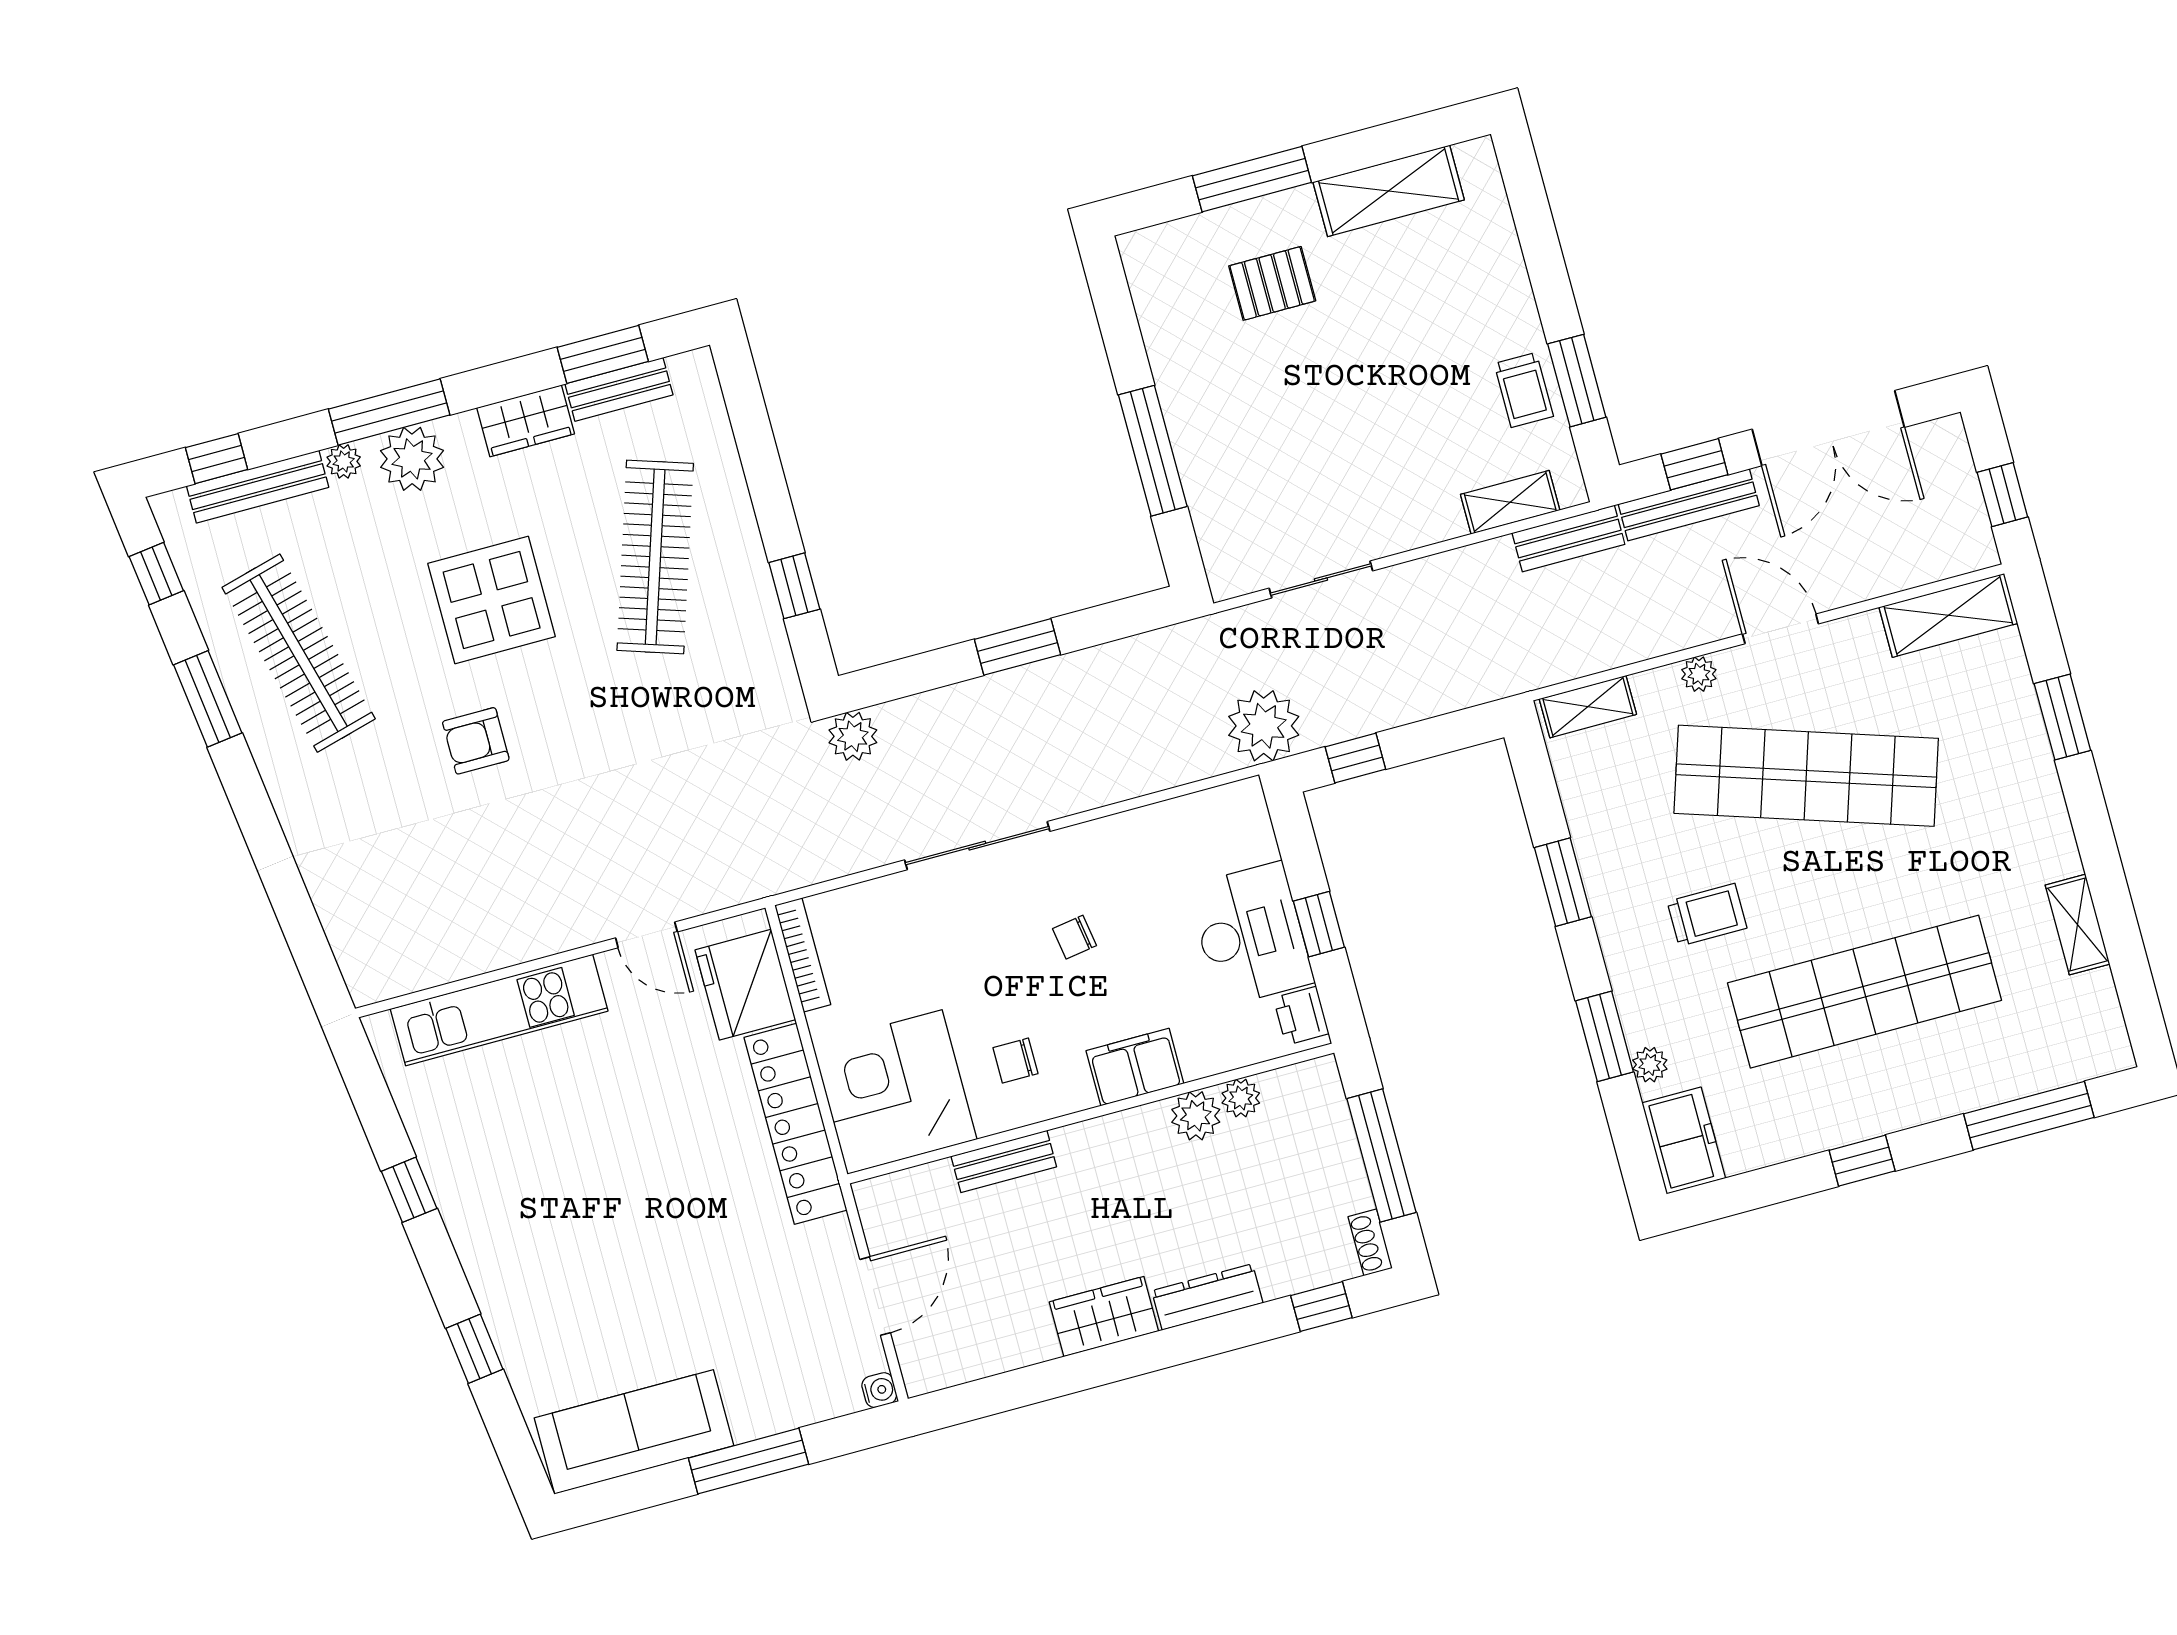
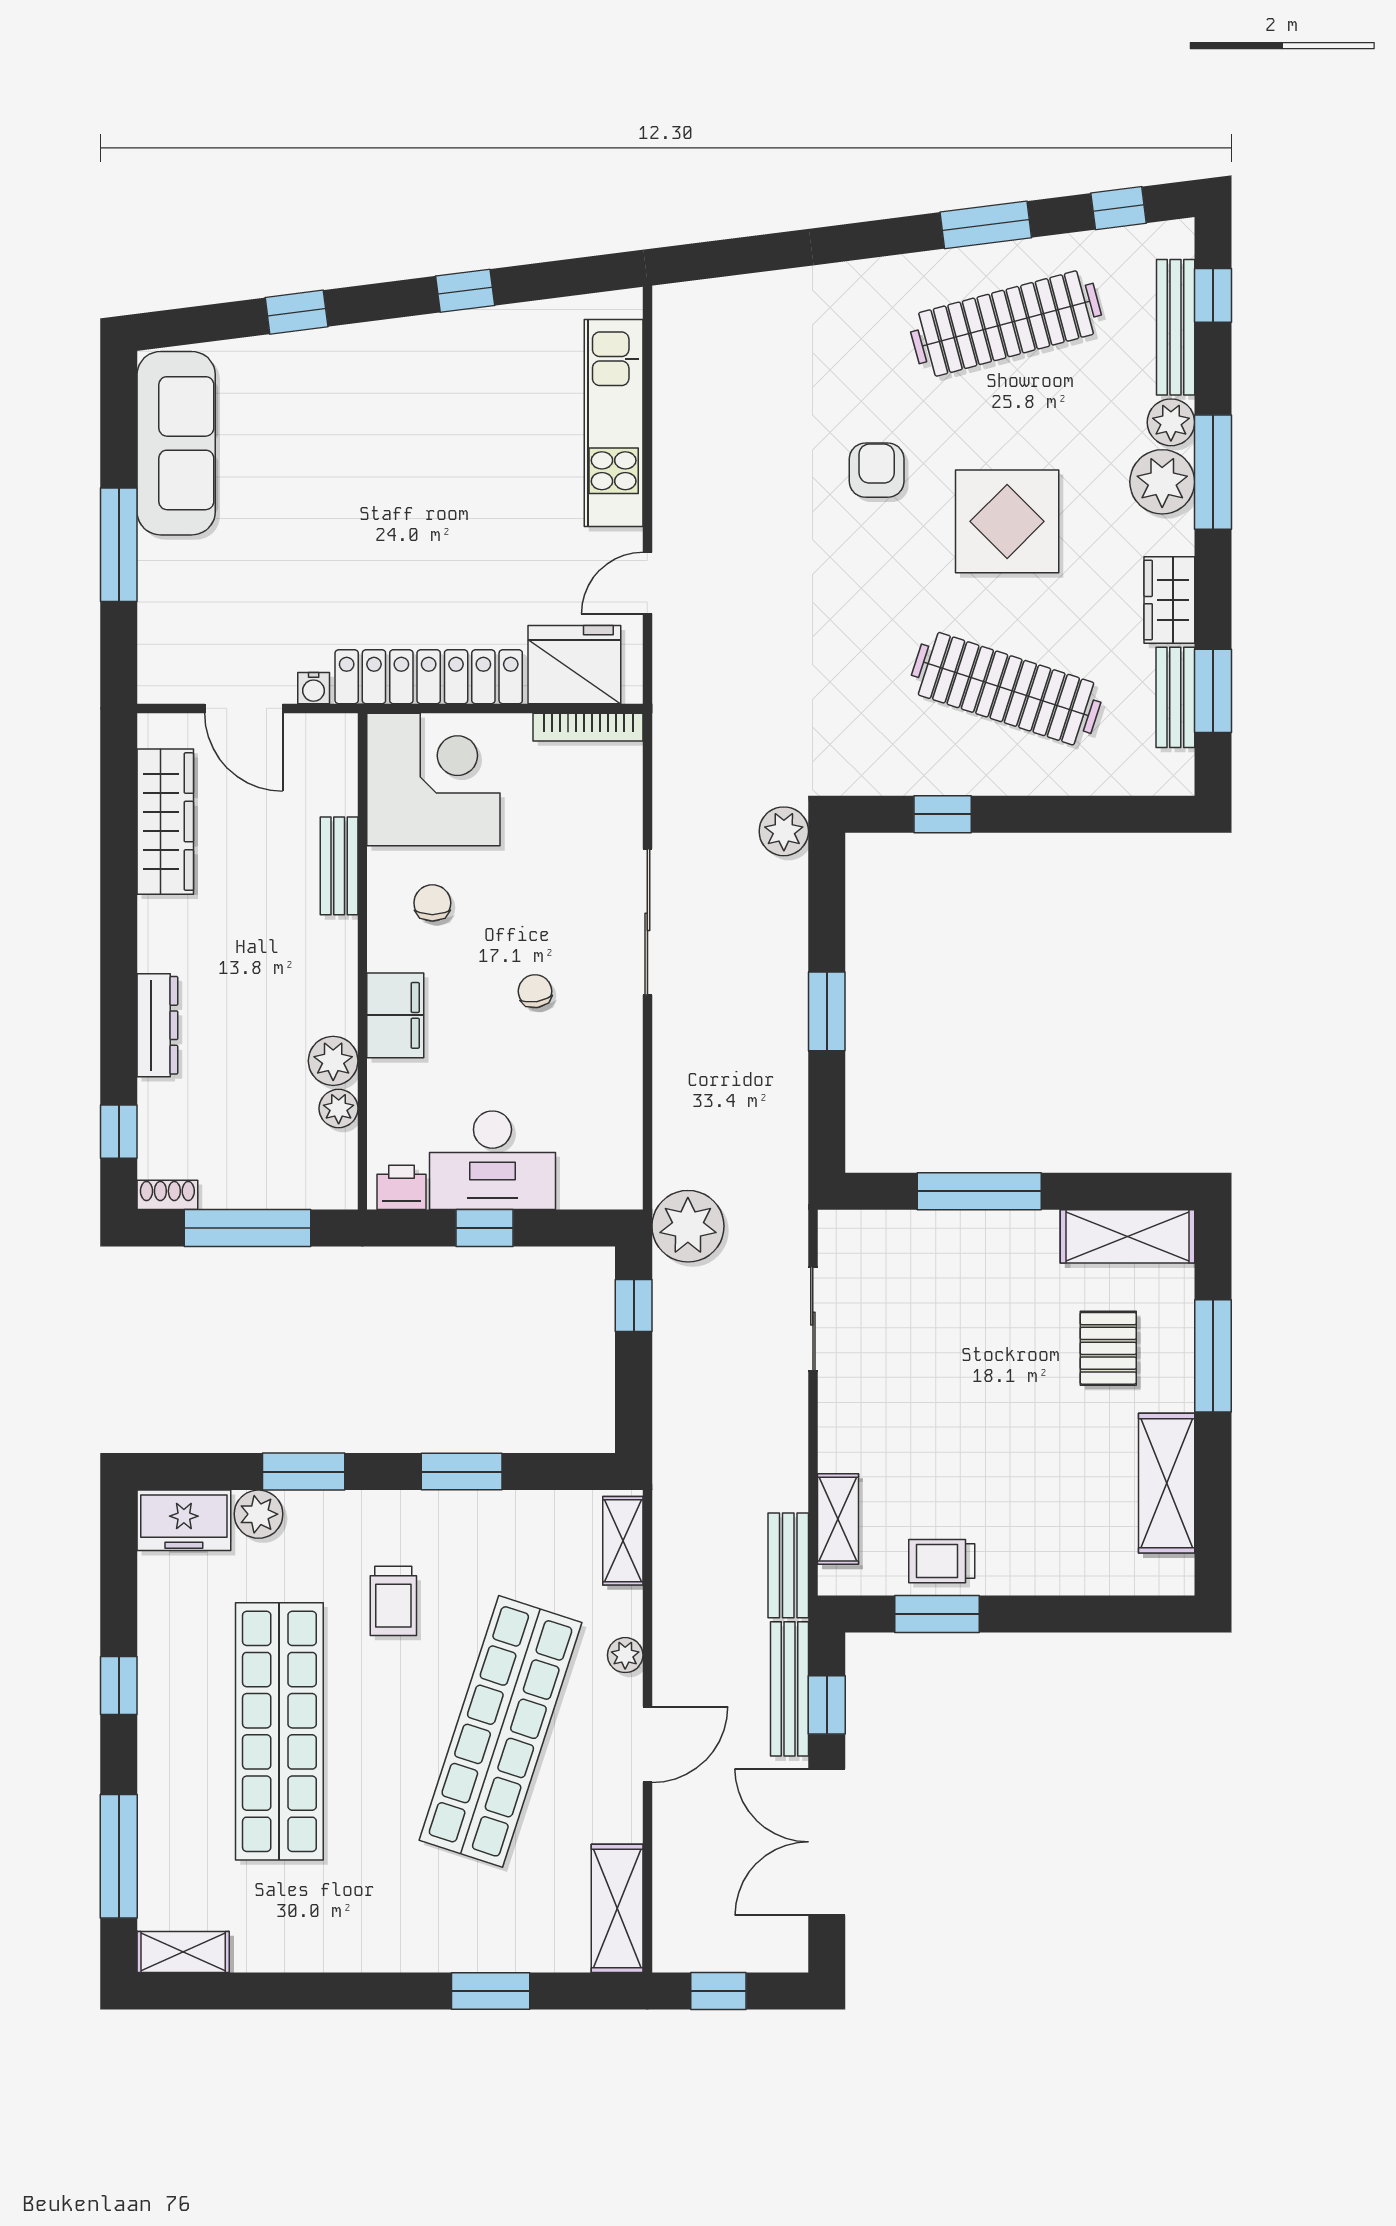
shelving: (1158, 294) -> (1127, 1236), added
plant: (344, 461) -> (1171, 422), width x1.38, depth x1.38
shelving: (2077, 925) -> (183, 1952), moved
plant: (1650, 1065) -> (258, 1514), width x1.38, depth x1.38
wardrobe: (1104, 1316) -> (165, 822), moved, width x1.50
water cooler: (879, 1390) -> (314, 688), moved

